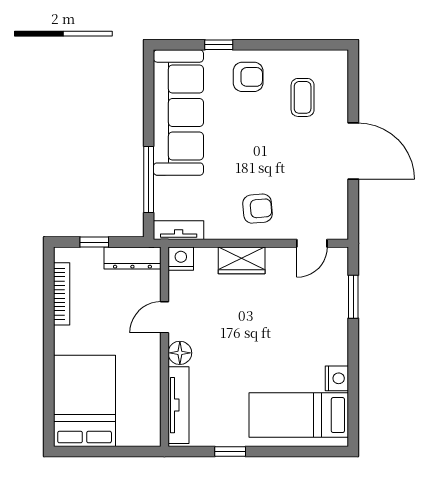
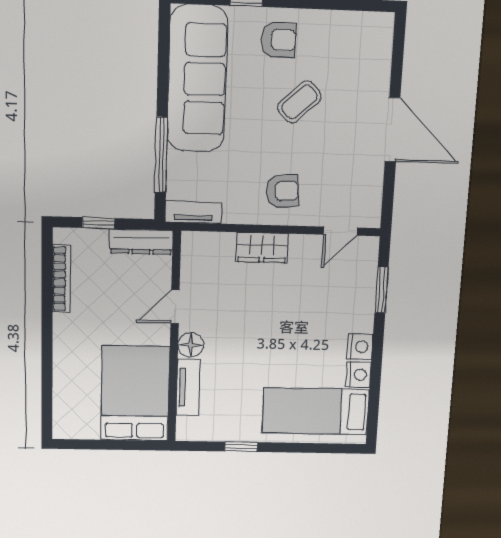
coffee table: (303, 97) -> (299, 102), moved, turned 47
nightstand: (181, 259) -> (360, 347), moved, turned 90
bed: (85, 401) -> (135, 394), moved
tv unit: (179, 405) -> (188, 387), width x0.71

